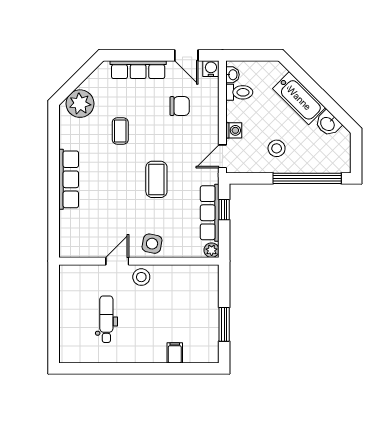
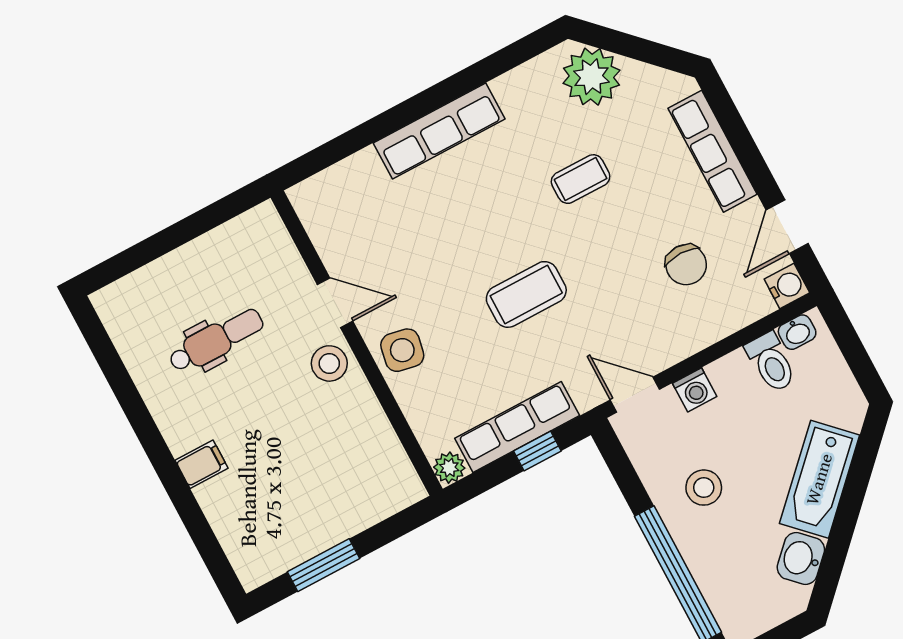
filing cabinet: (175, 353) -> (202, 464), moved

